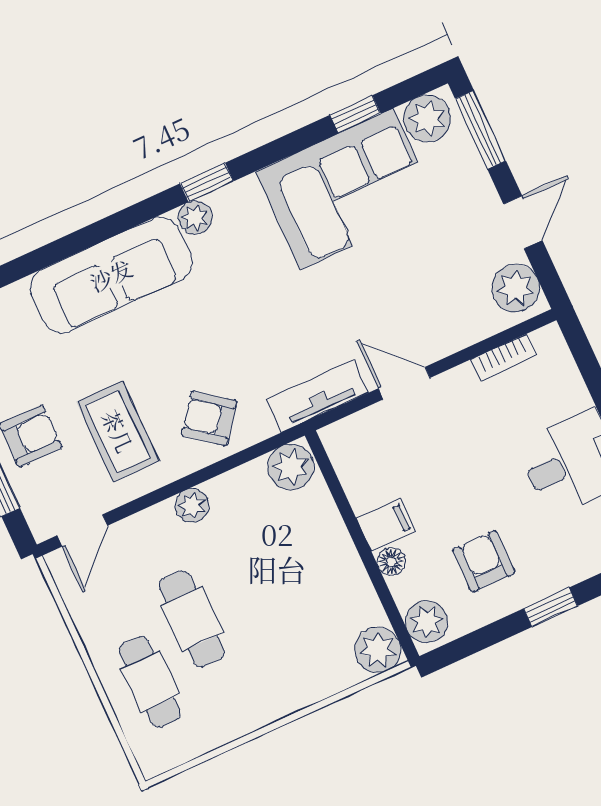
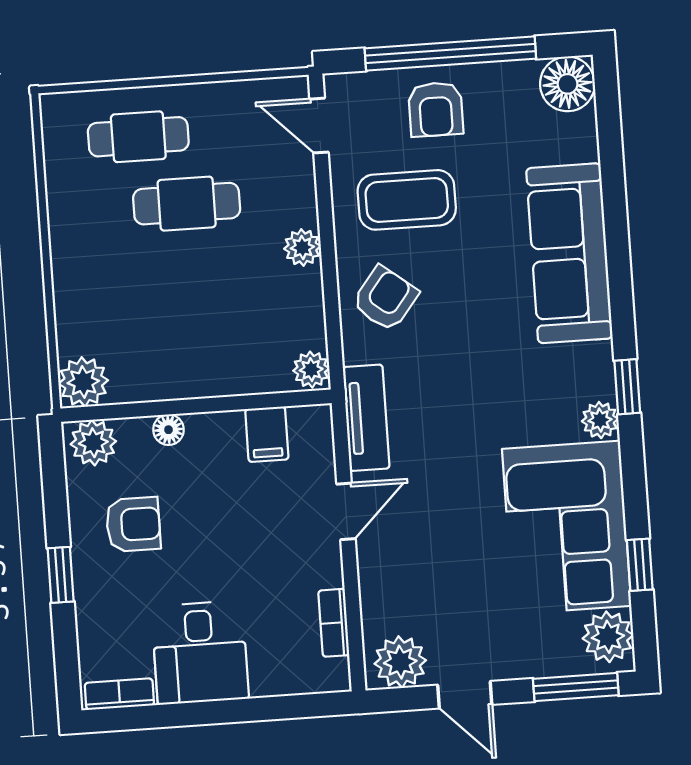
plant: (195, 217) -> (600, 420), moved
plant: (291, 467) -> (311, 370), width x0.73, depth x0.73
filing cabinet: (386, 525) -> (267, 434), moved

